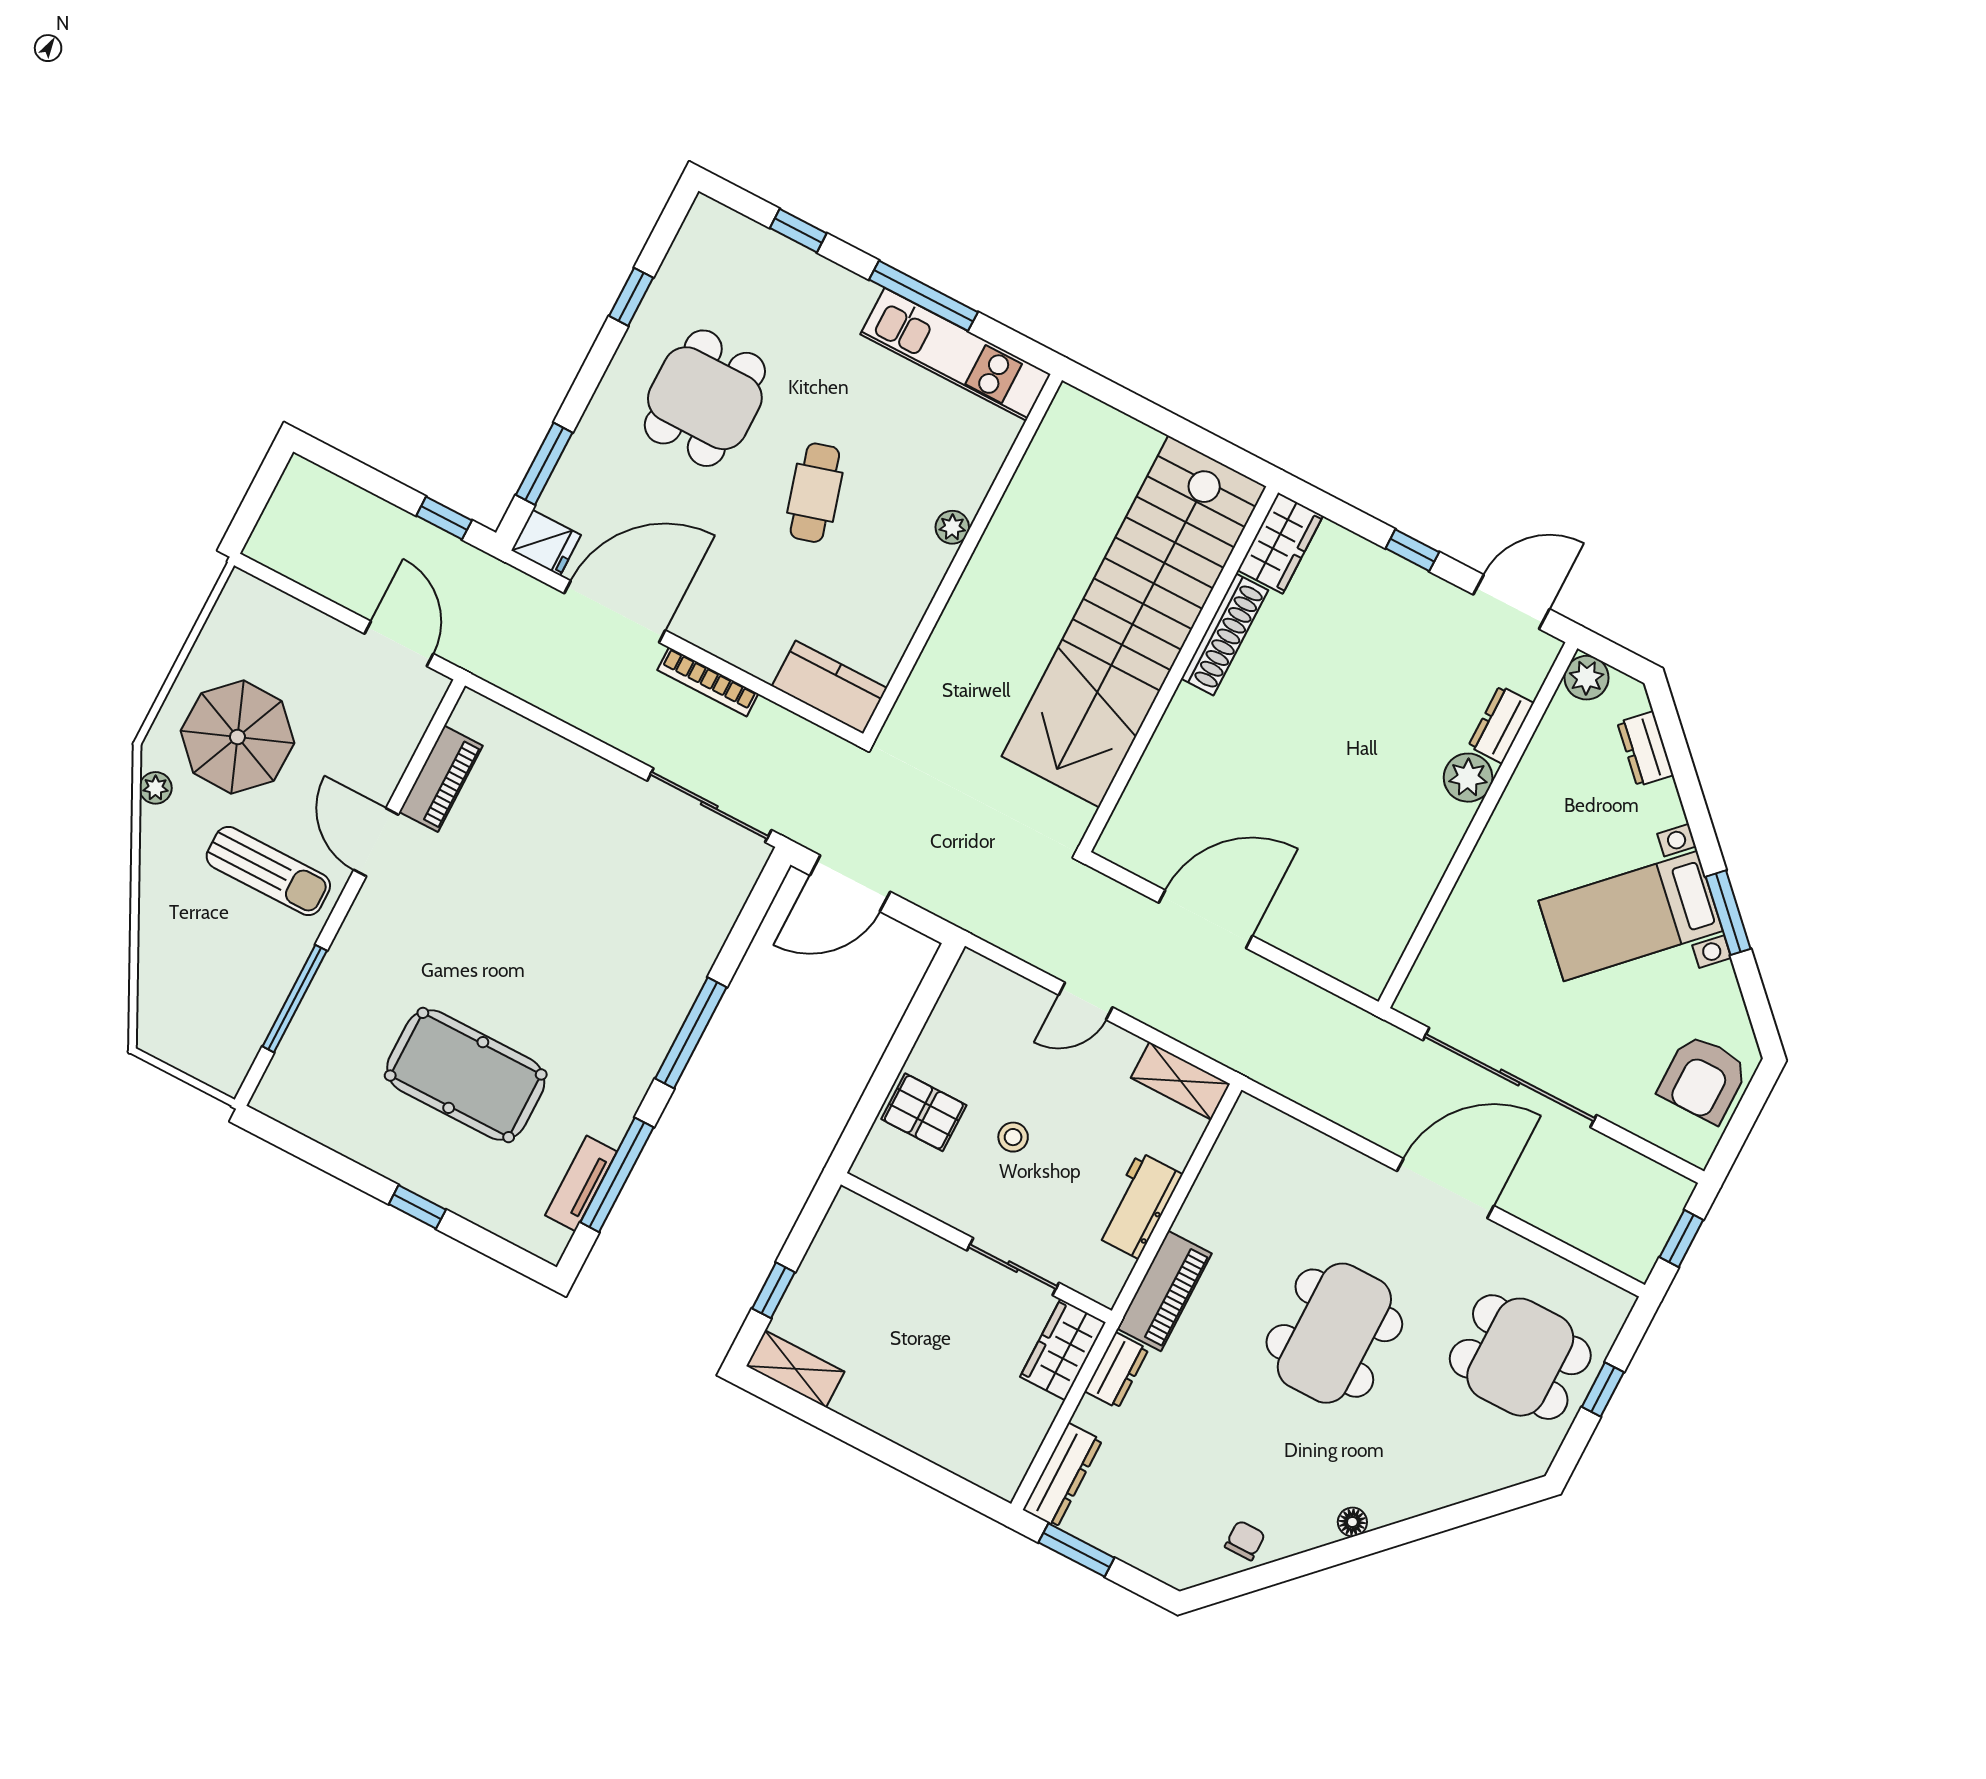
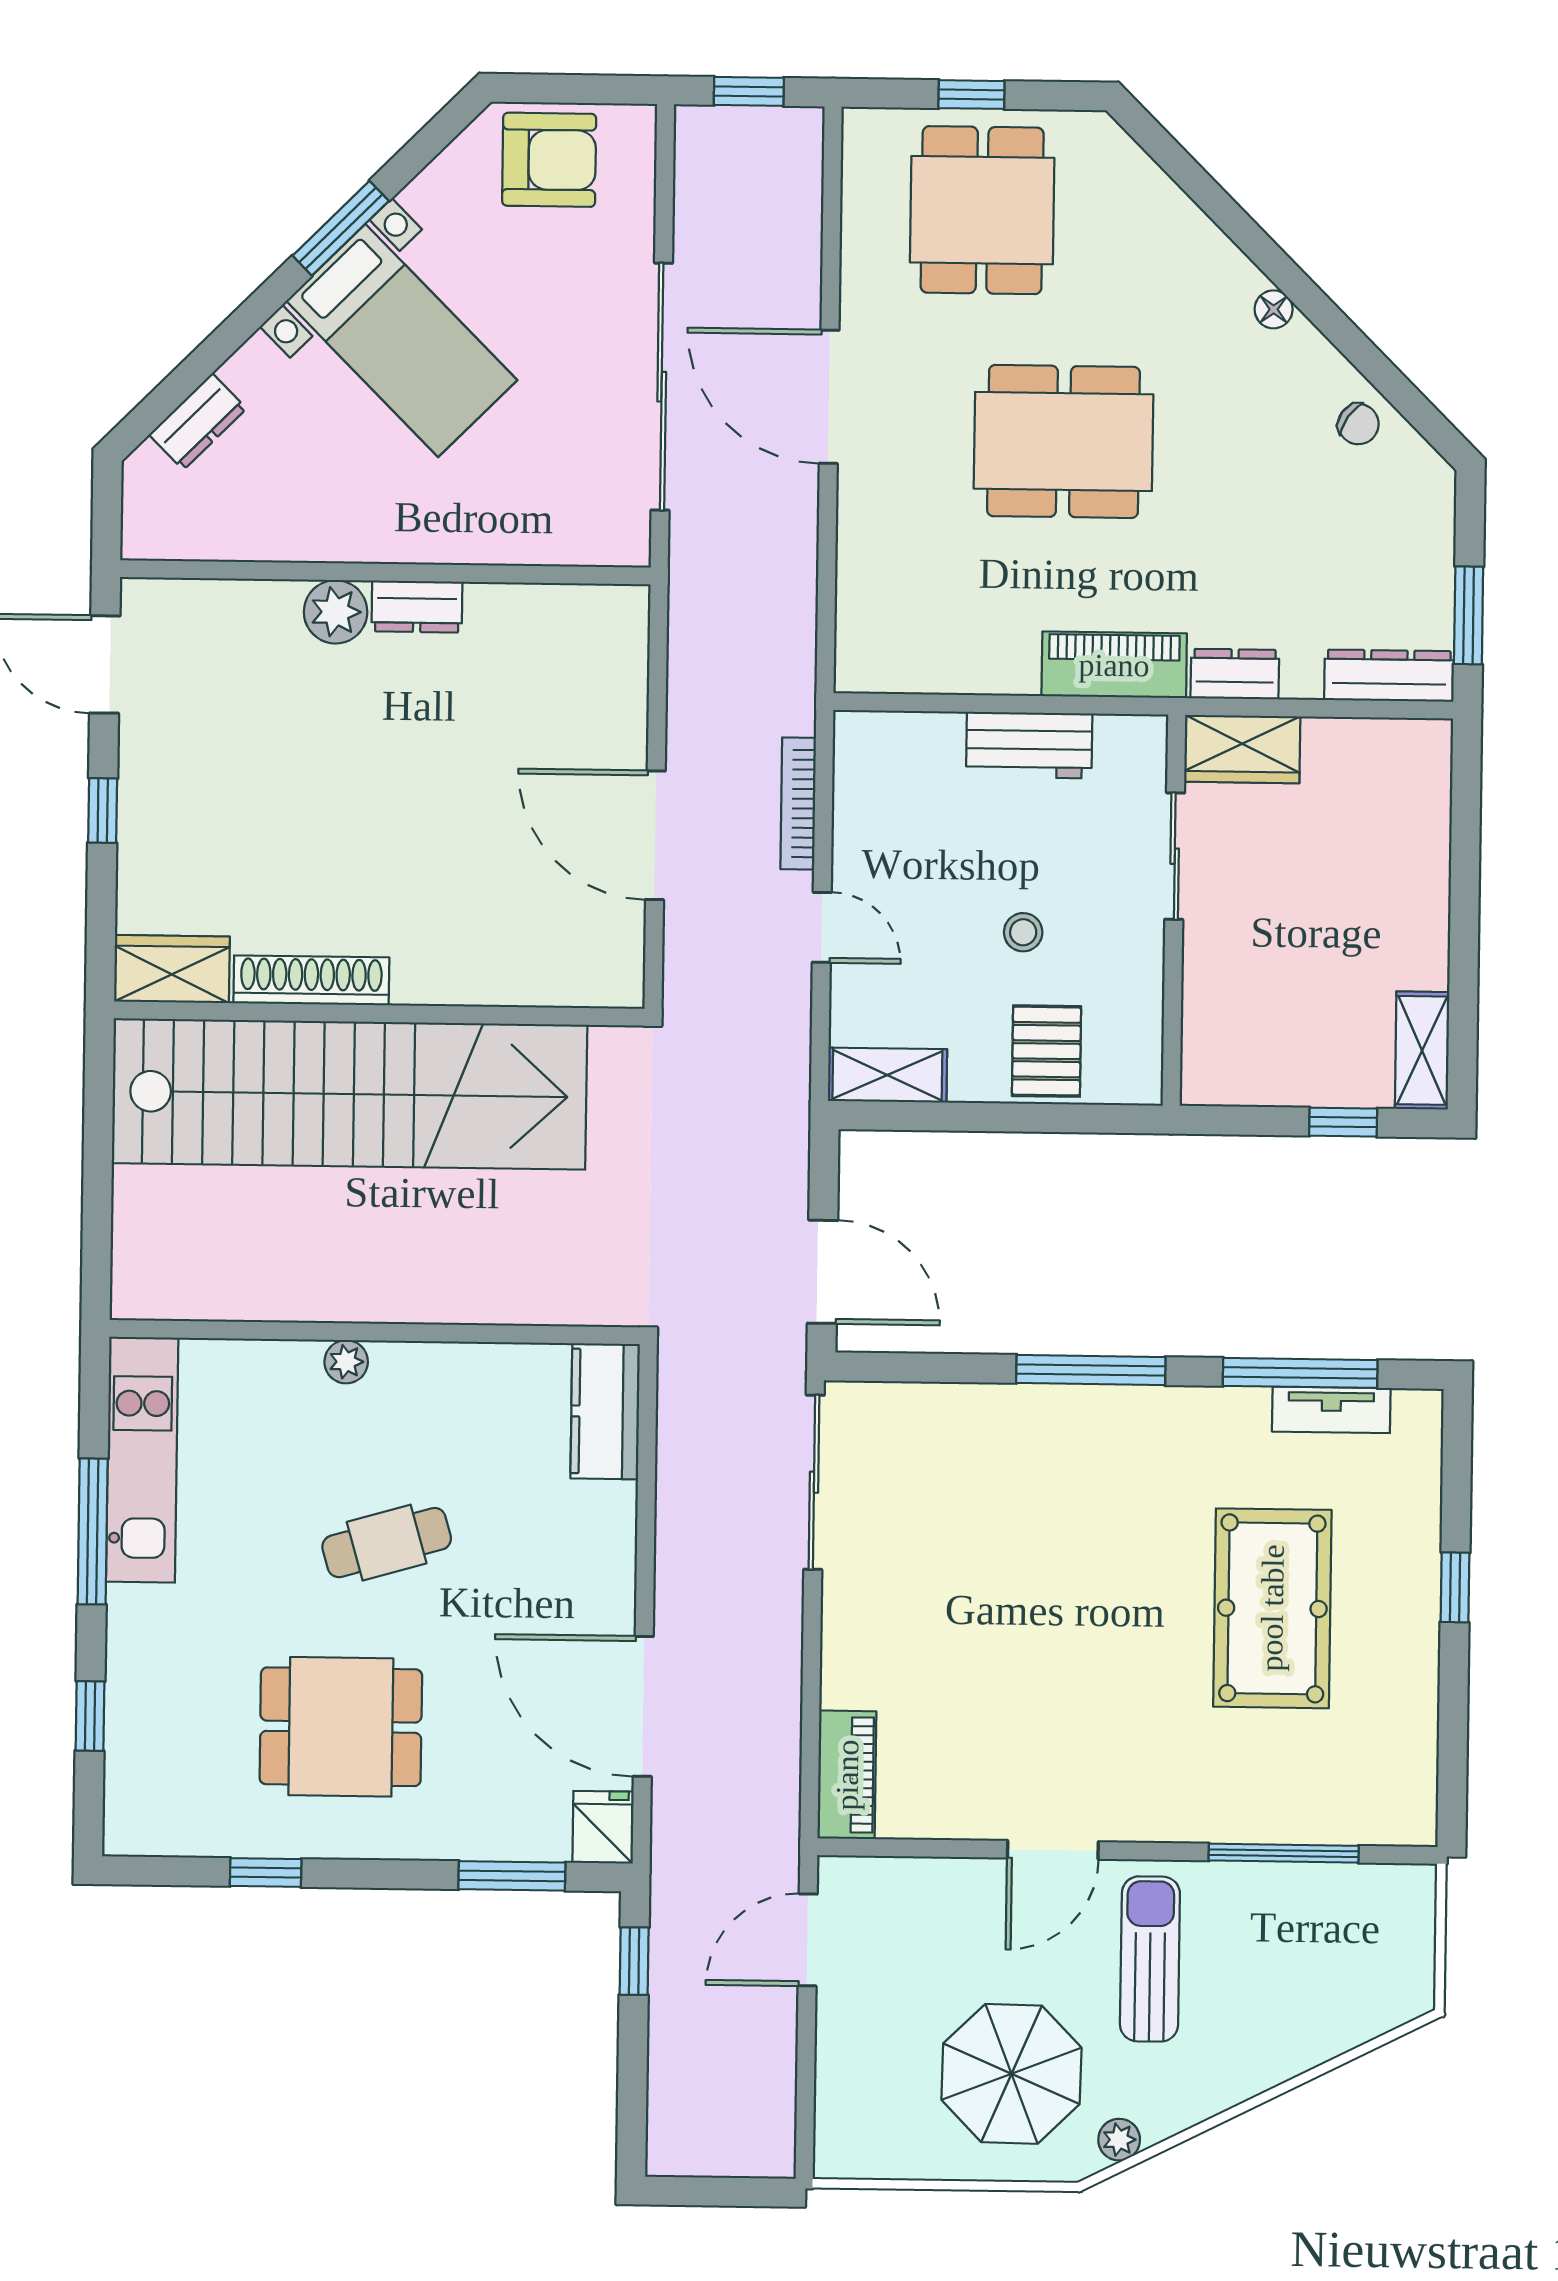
plant: (1586, 678) -> (149, 532), removed
bookcase: (708, 682) -> (798, 803), moved, turned 180
dresser: (1501, 725) -> (417, 607), moved
piano: (441, 779) -> (847, 1775), moved, turned 90
shelving: (1180, 1081) -> (887, 1075), moved, turned 90
chair: (1245, 1540) -> (1358, 424), turned -145

